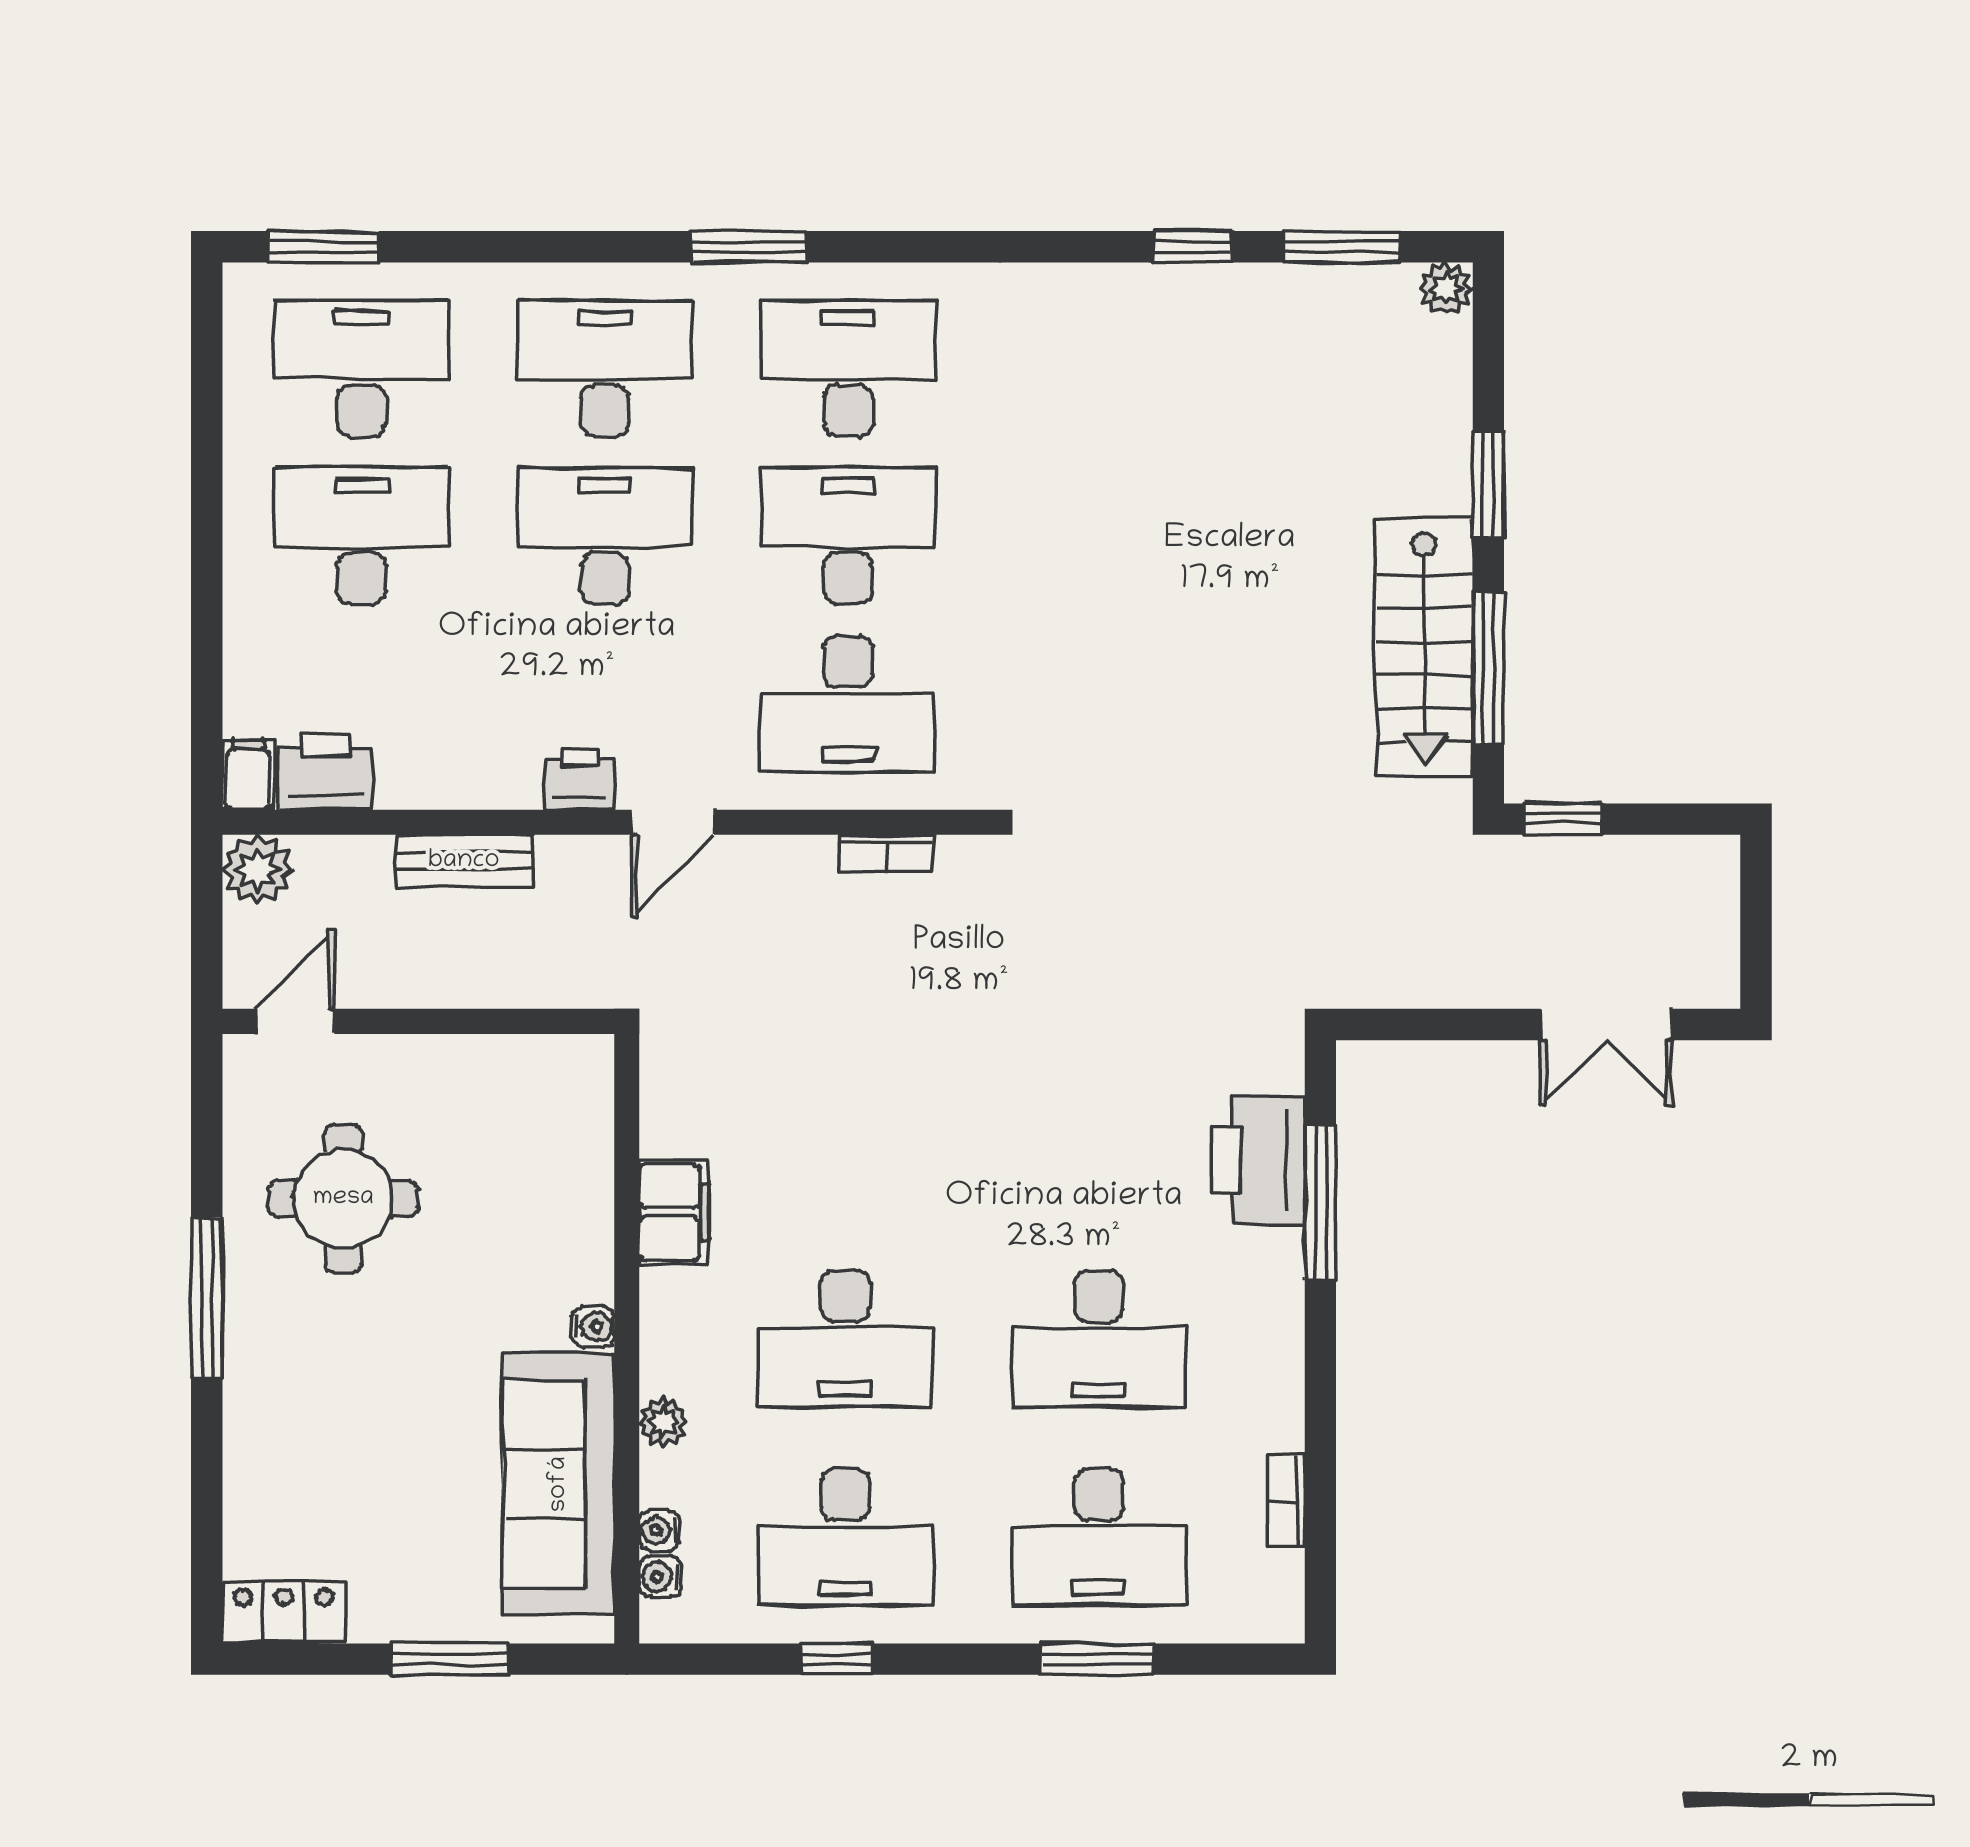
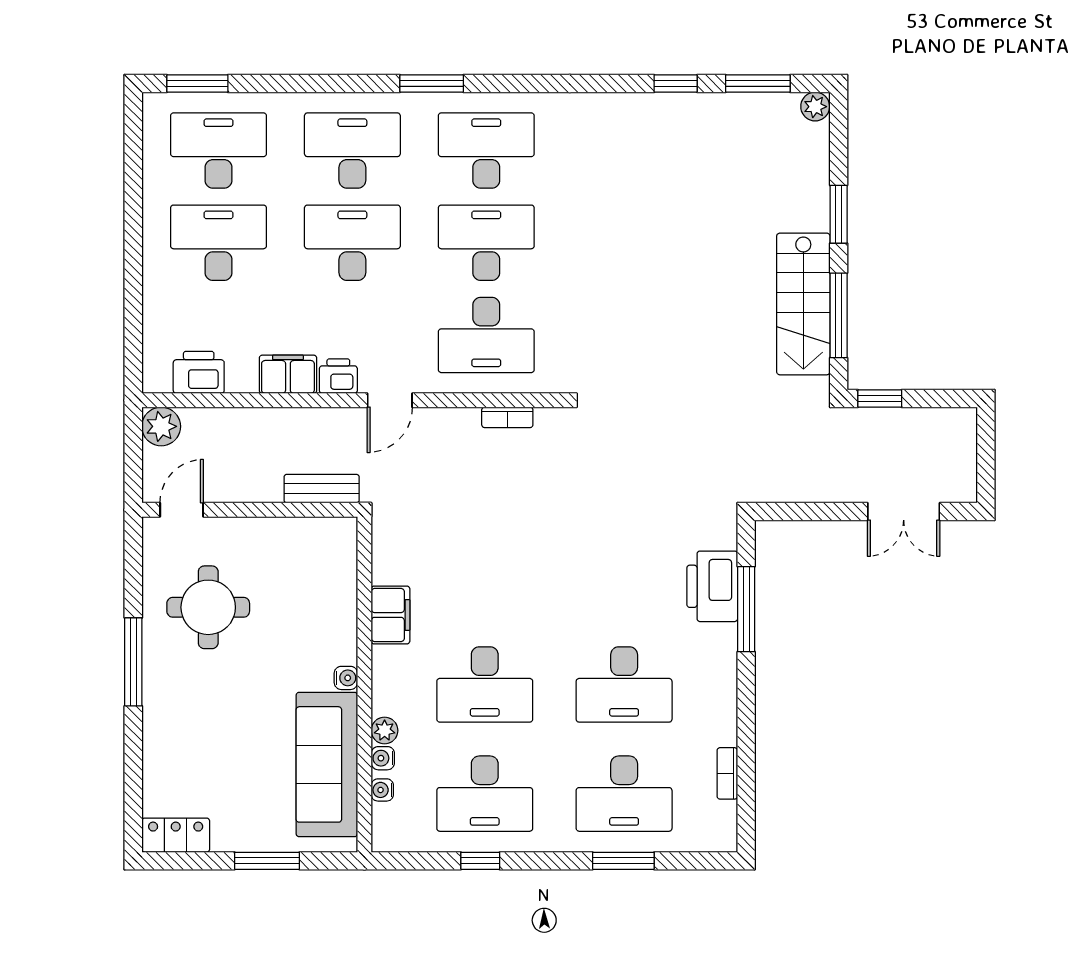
filing cabinet: (248, 775) -> (288, 374), moved, width x2.00
bench: (464, 861) -> (322, 489), moved
water cooler: (660, 1577) -> (383, 758), moved

